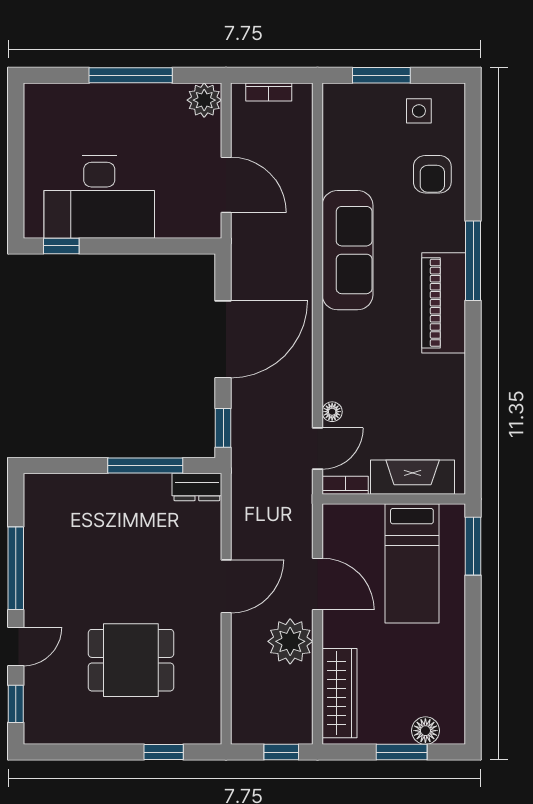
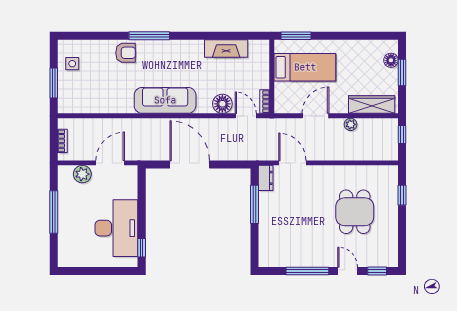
plant: (204, 100) -> (82, 174), moved
armchair: (432, 174) -> (126, 53), moved
sofa: (347, 250) -> (165, 100), moved
piano: (444, 303) -> (171, 51), removed
floor lamp: (332, 412) -> (222, 104), width x1.89, depth x1.89
window: (223, 428) -> (235, 164), removed
fireplace: (413, 477) -> (226, 49), moved, turned -90
door: (226, 586) -> (292, 163), moved
plant: (290, 641) -> (351, 124), width x0.53, depth x0.53

